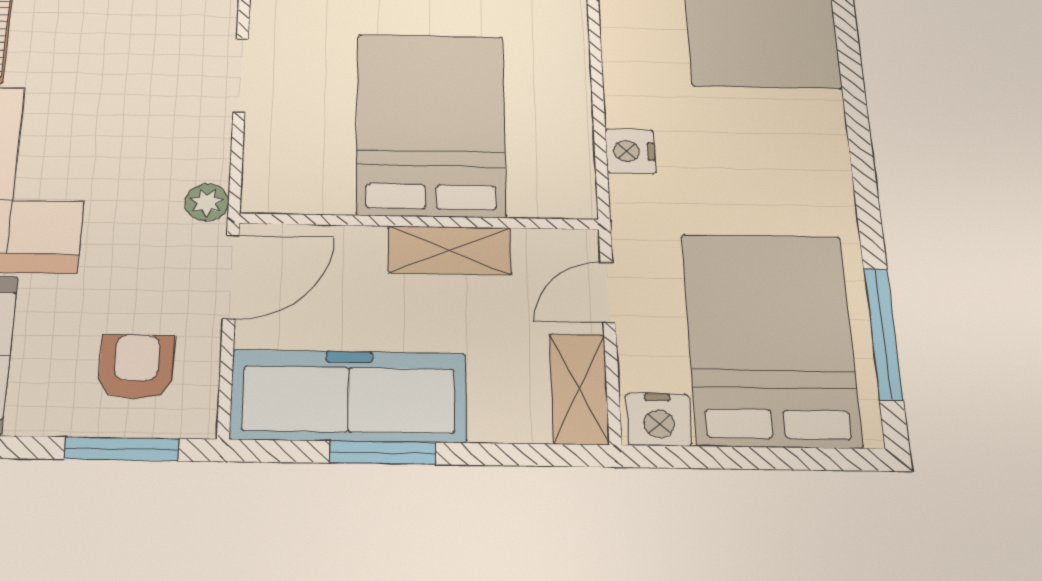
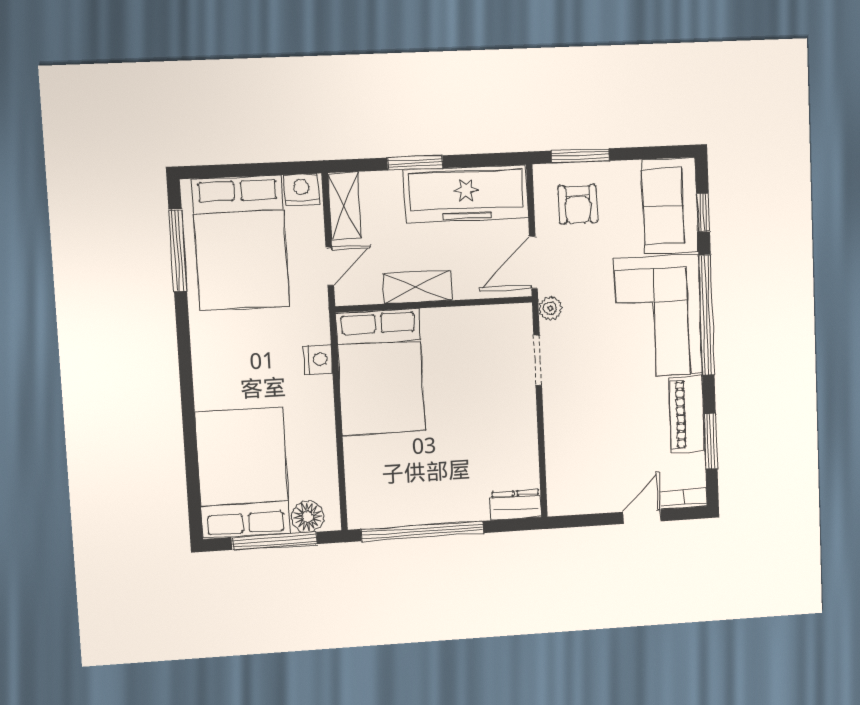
doorway: (241, 75) -> (538, 360), moved
bed: (431, 124) -> (381, 372), moved
window: (383, 453) -> (415, 163), moved

